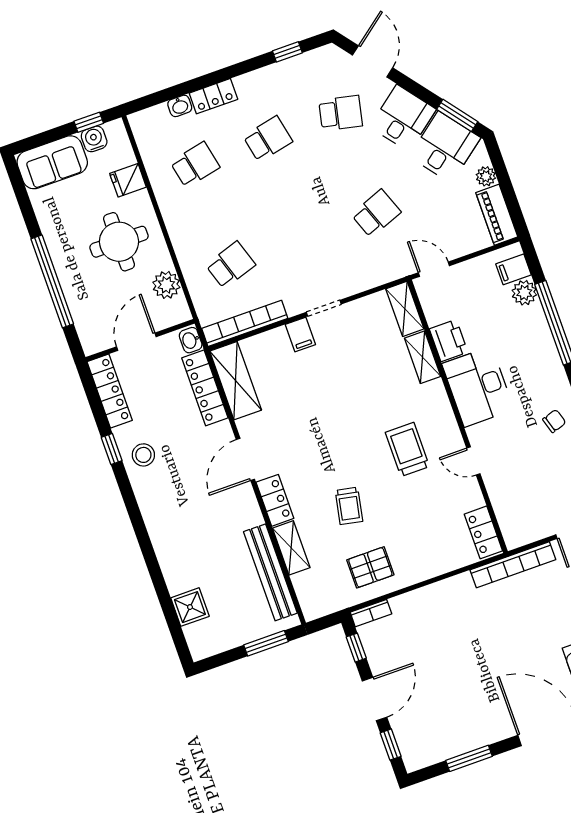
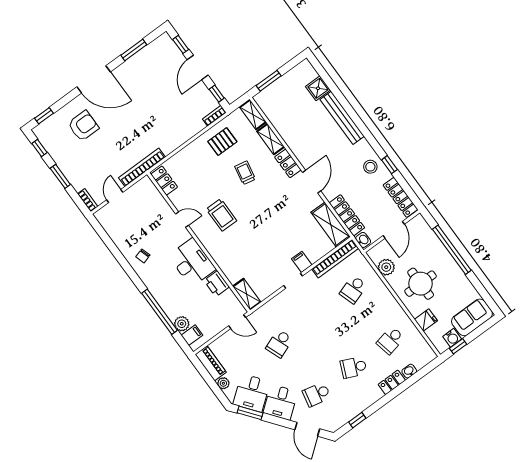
school desk: (268, 139) -> (354, 367), turned 36
shelving: (423, 357) -> (253, 115), moved
bench: (270, 572) -> (342, 118), moved

